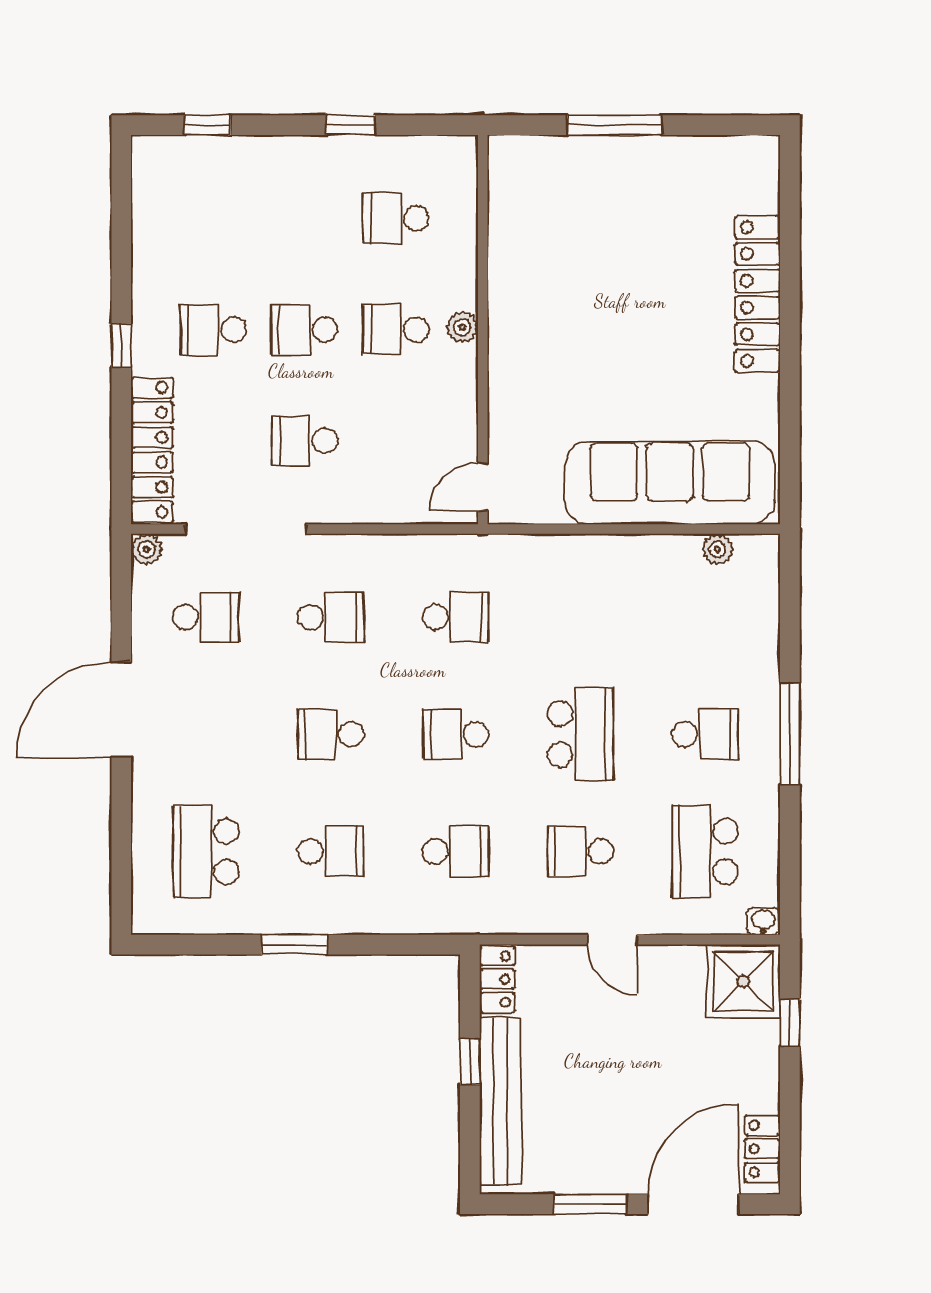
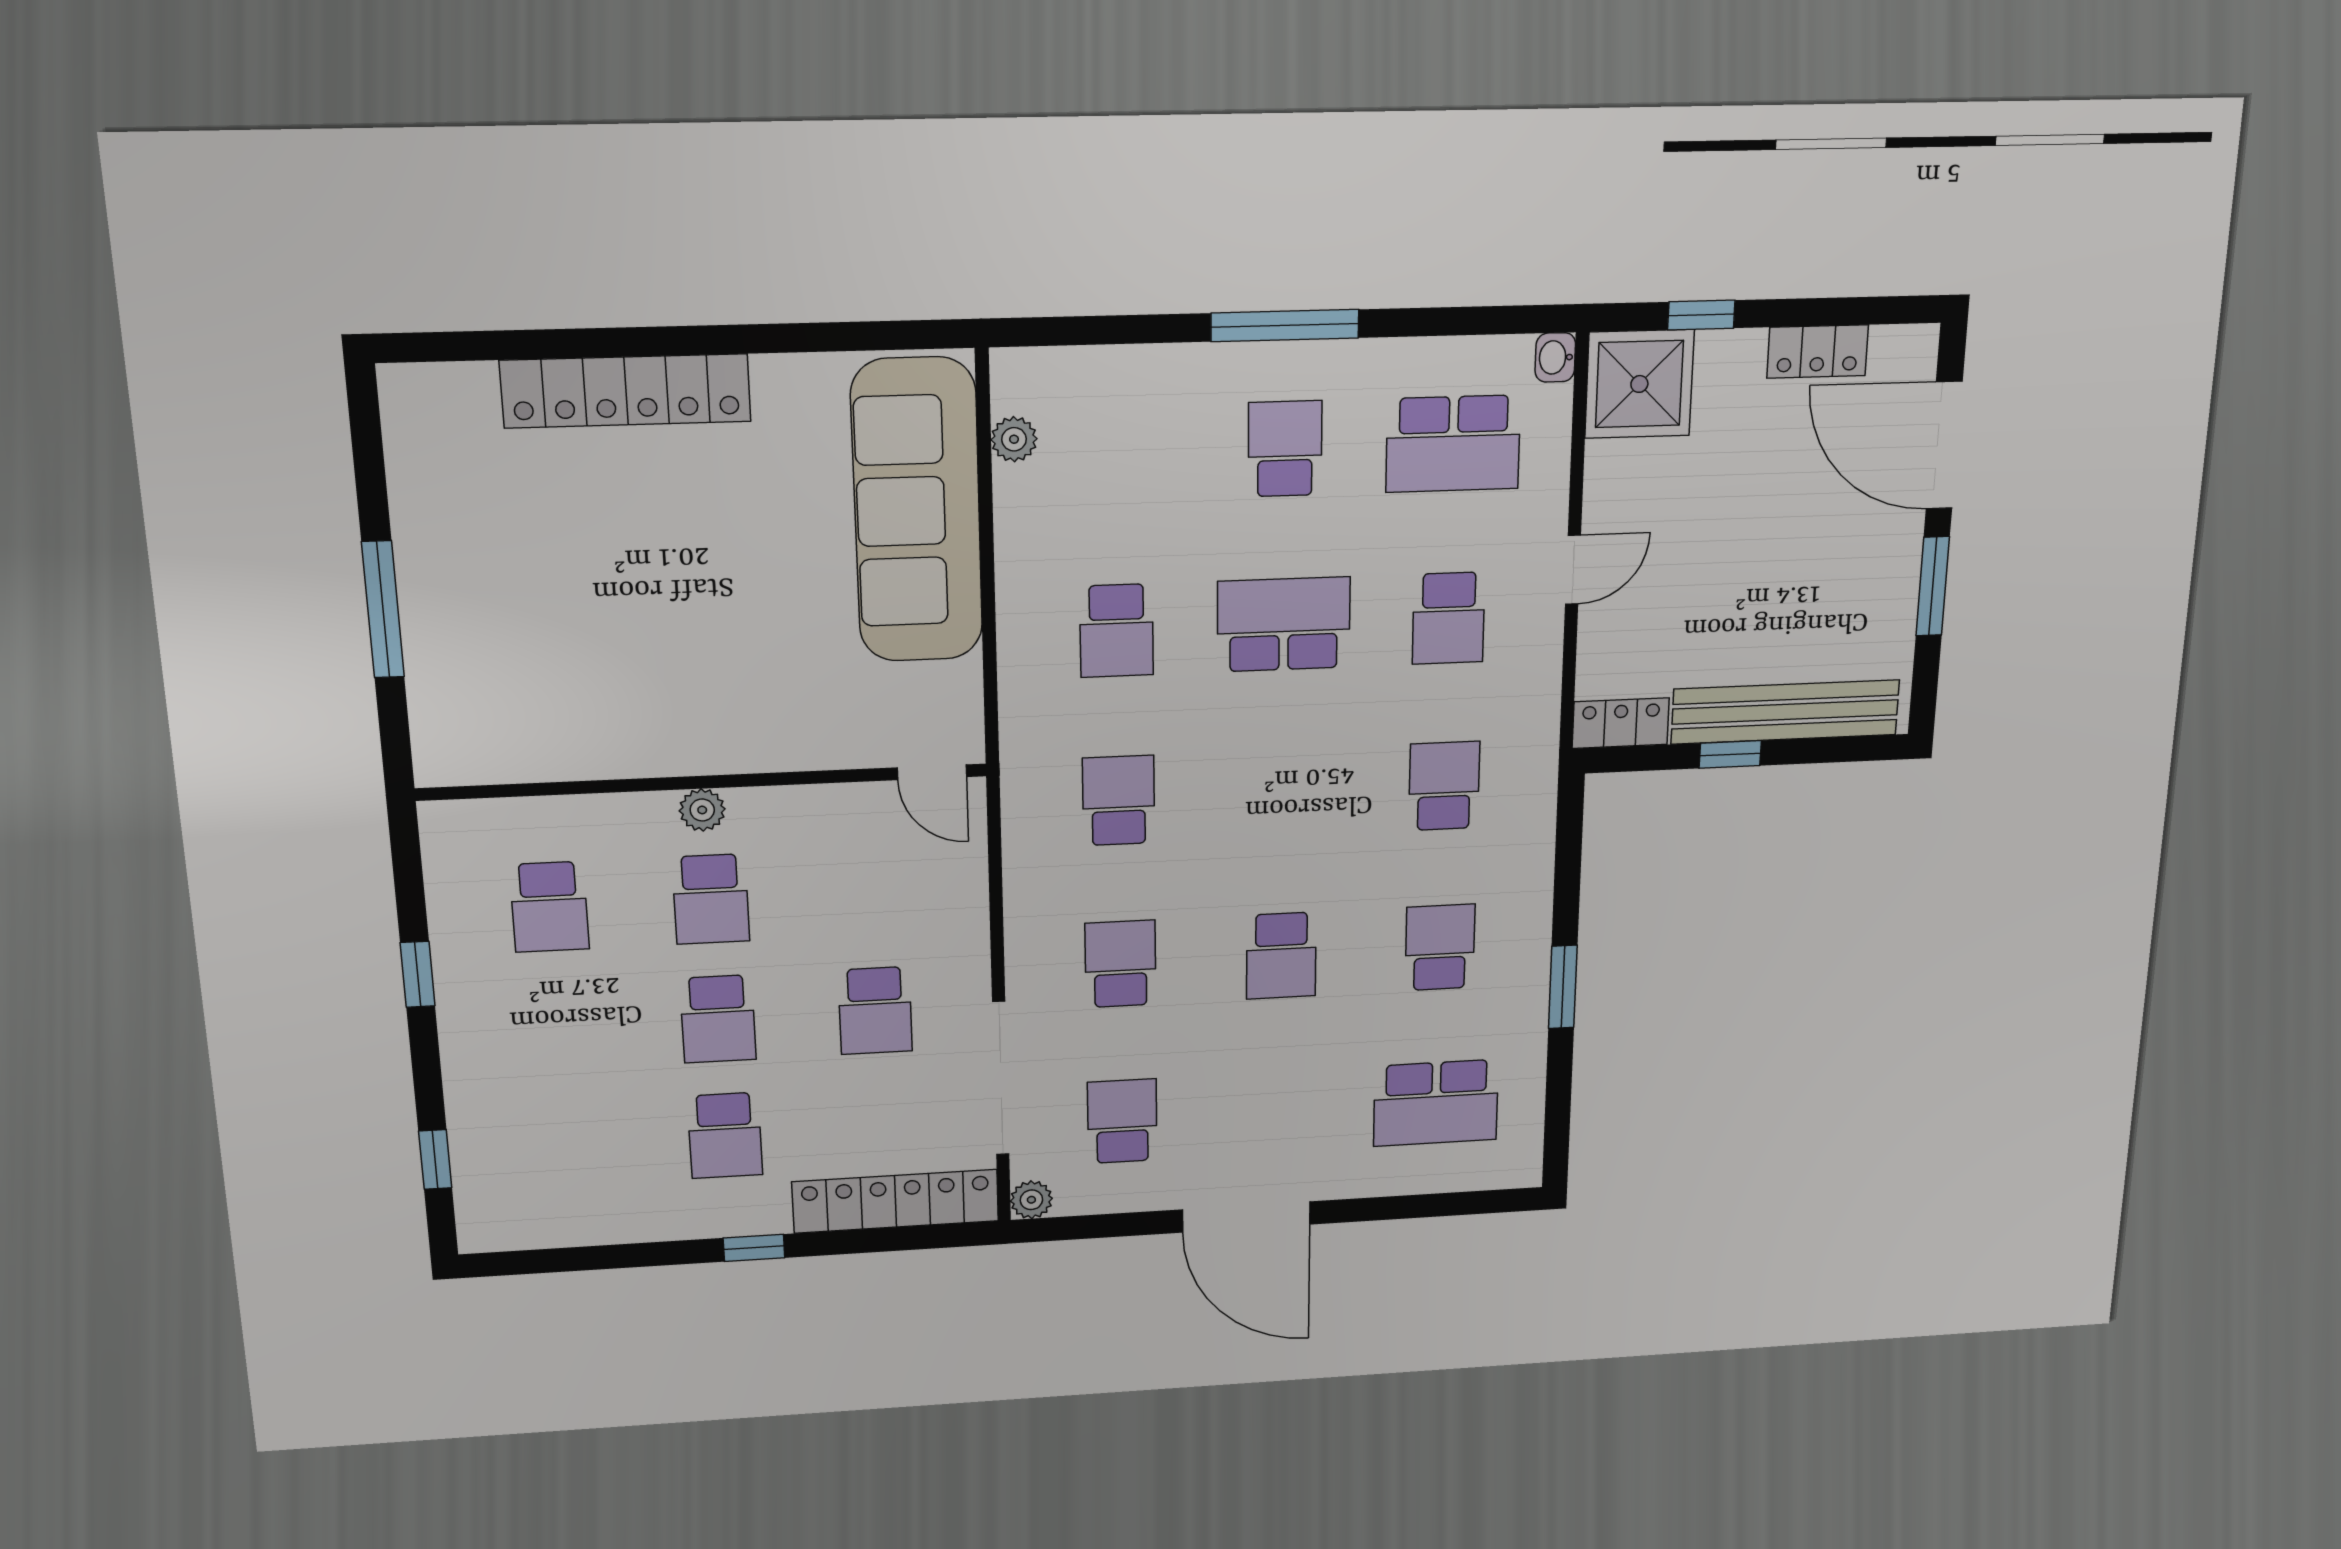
school desk: (456, 734) -> (1117, 631), moved
locker: (762, 1149) -> (1818, 352), moved

